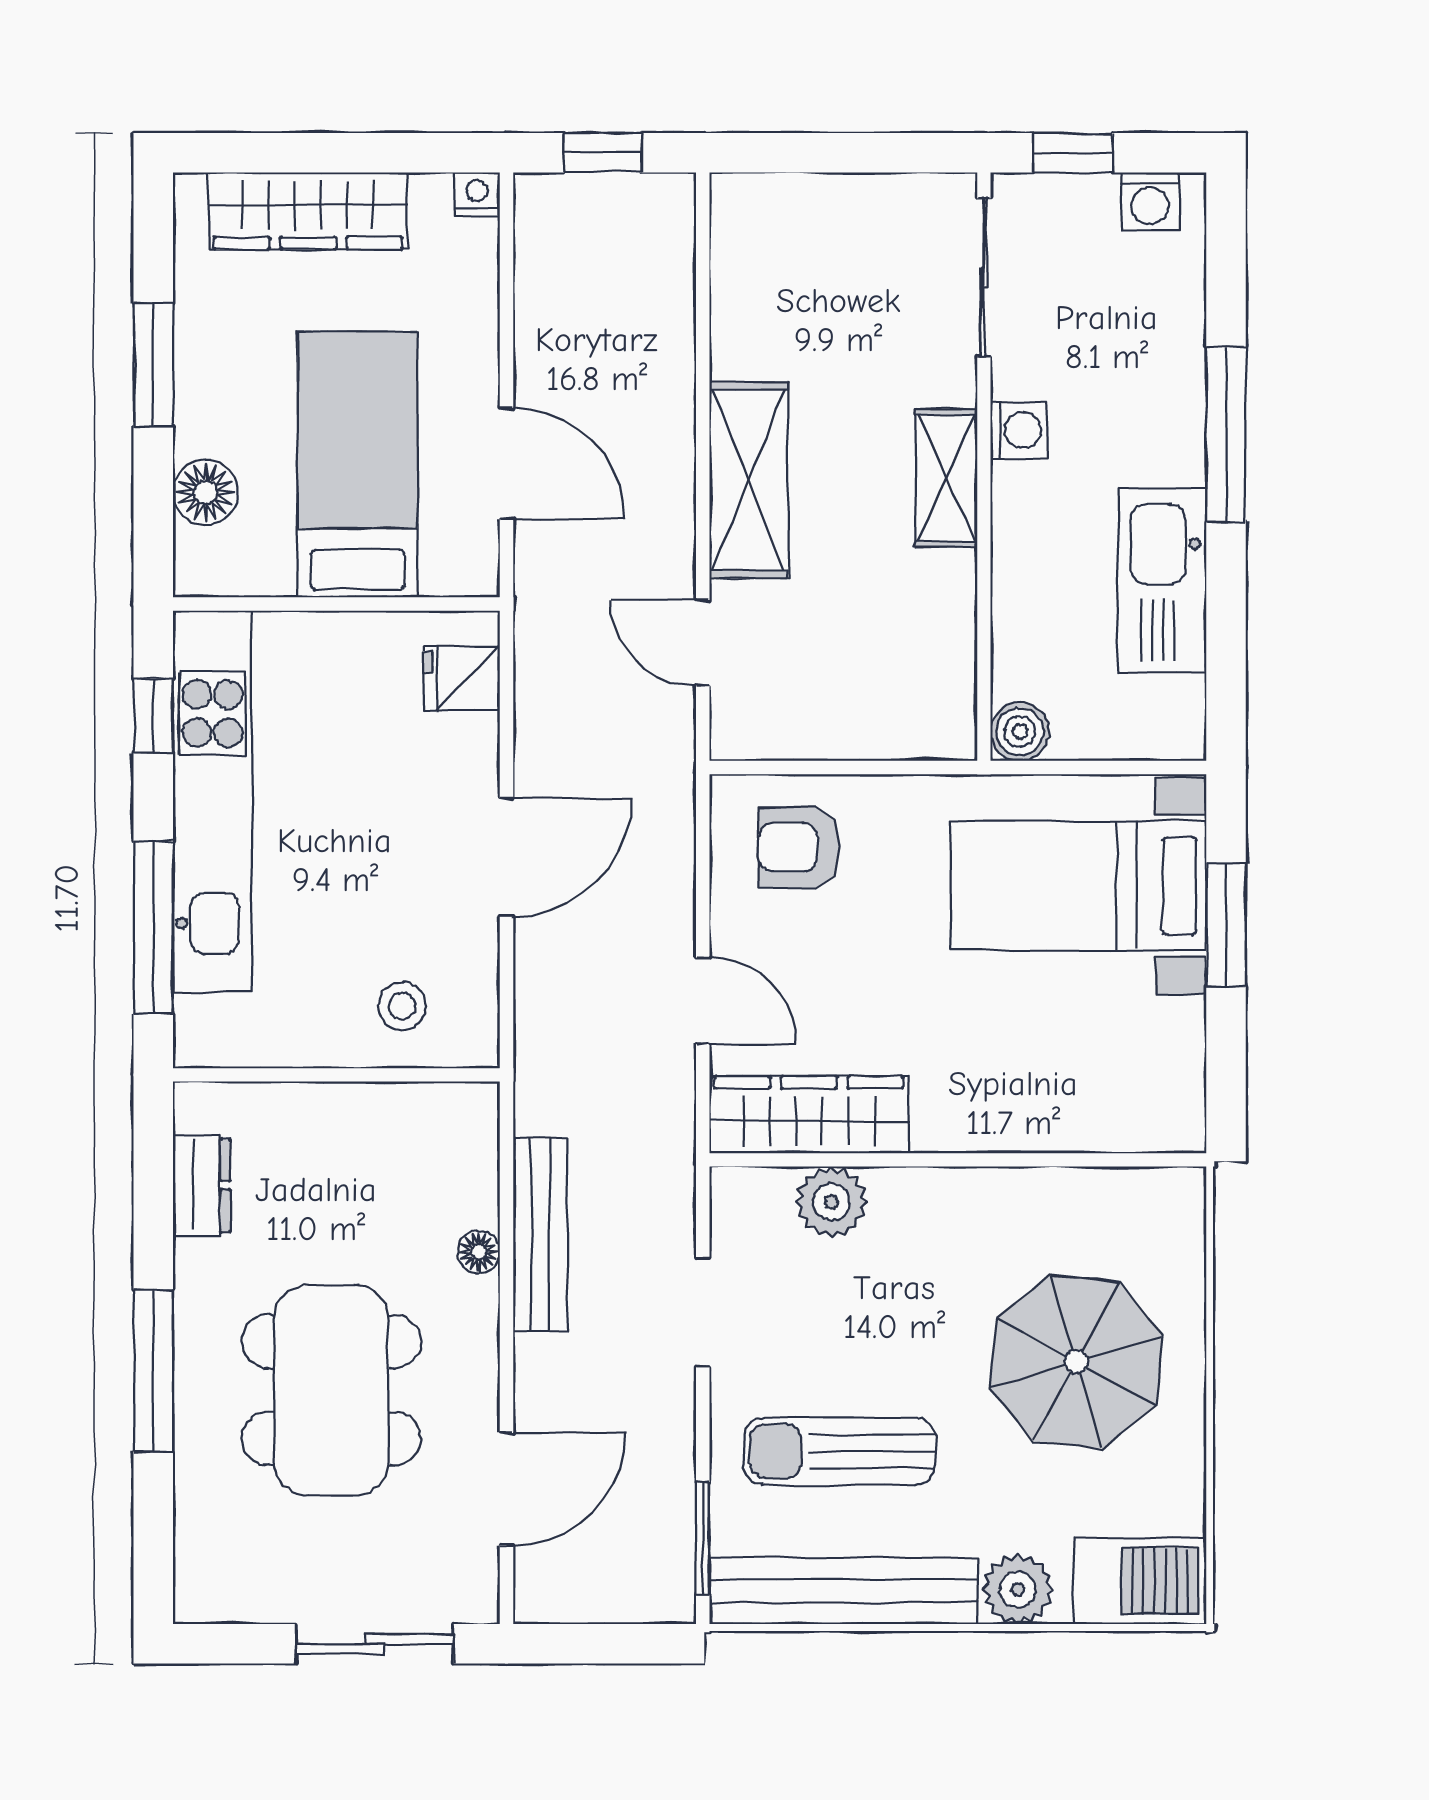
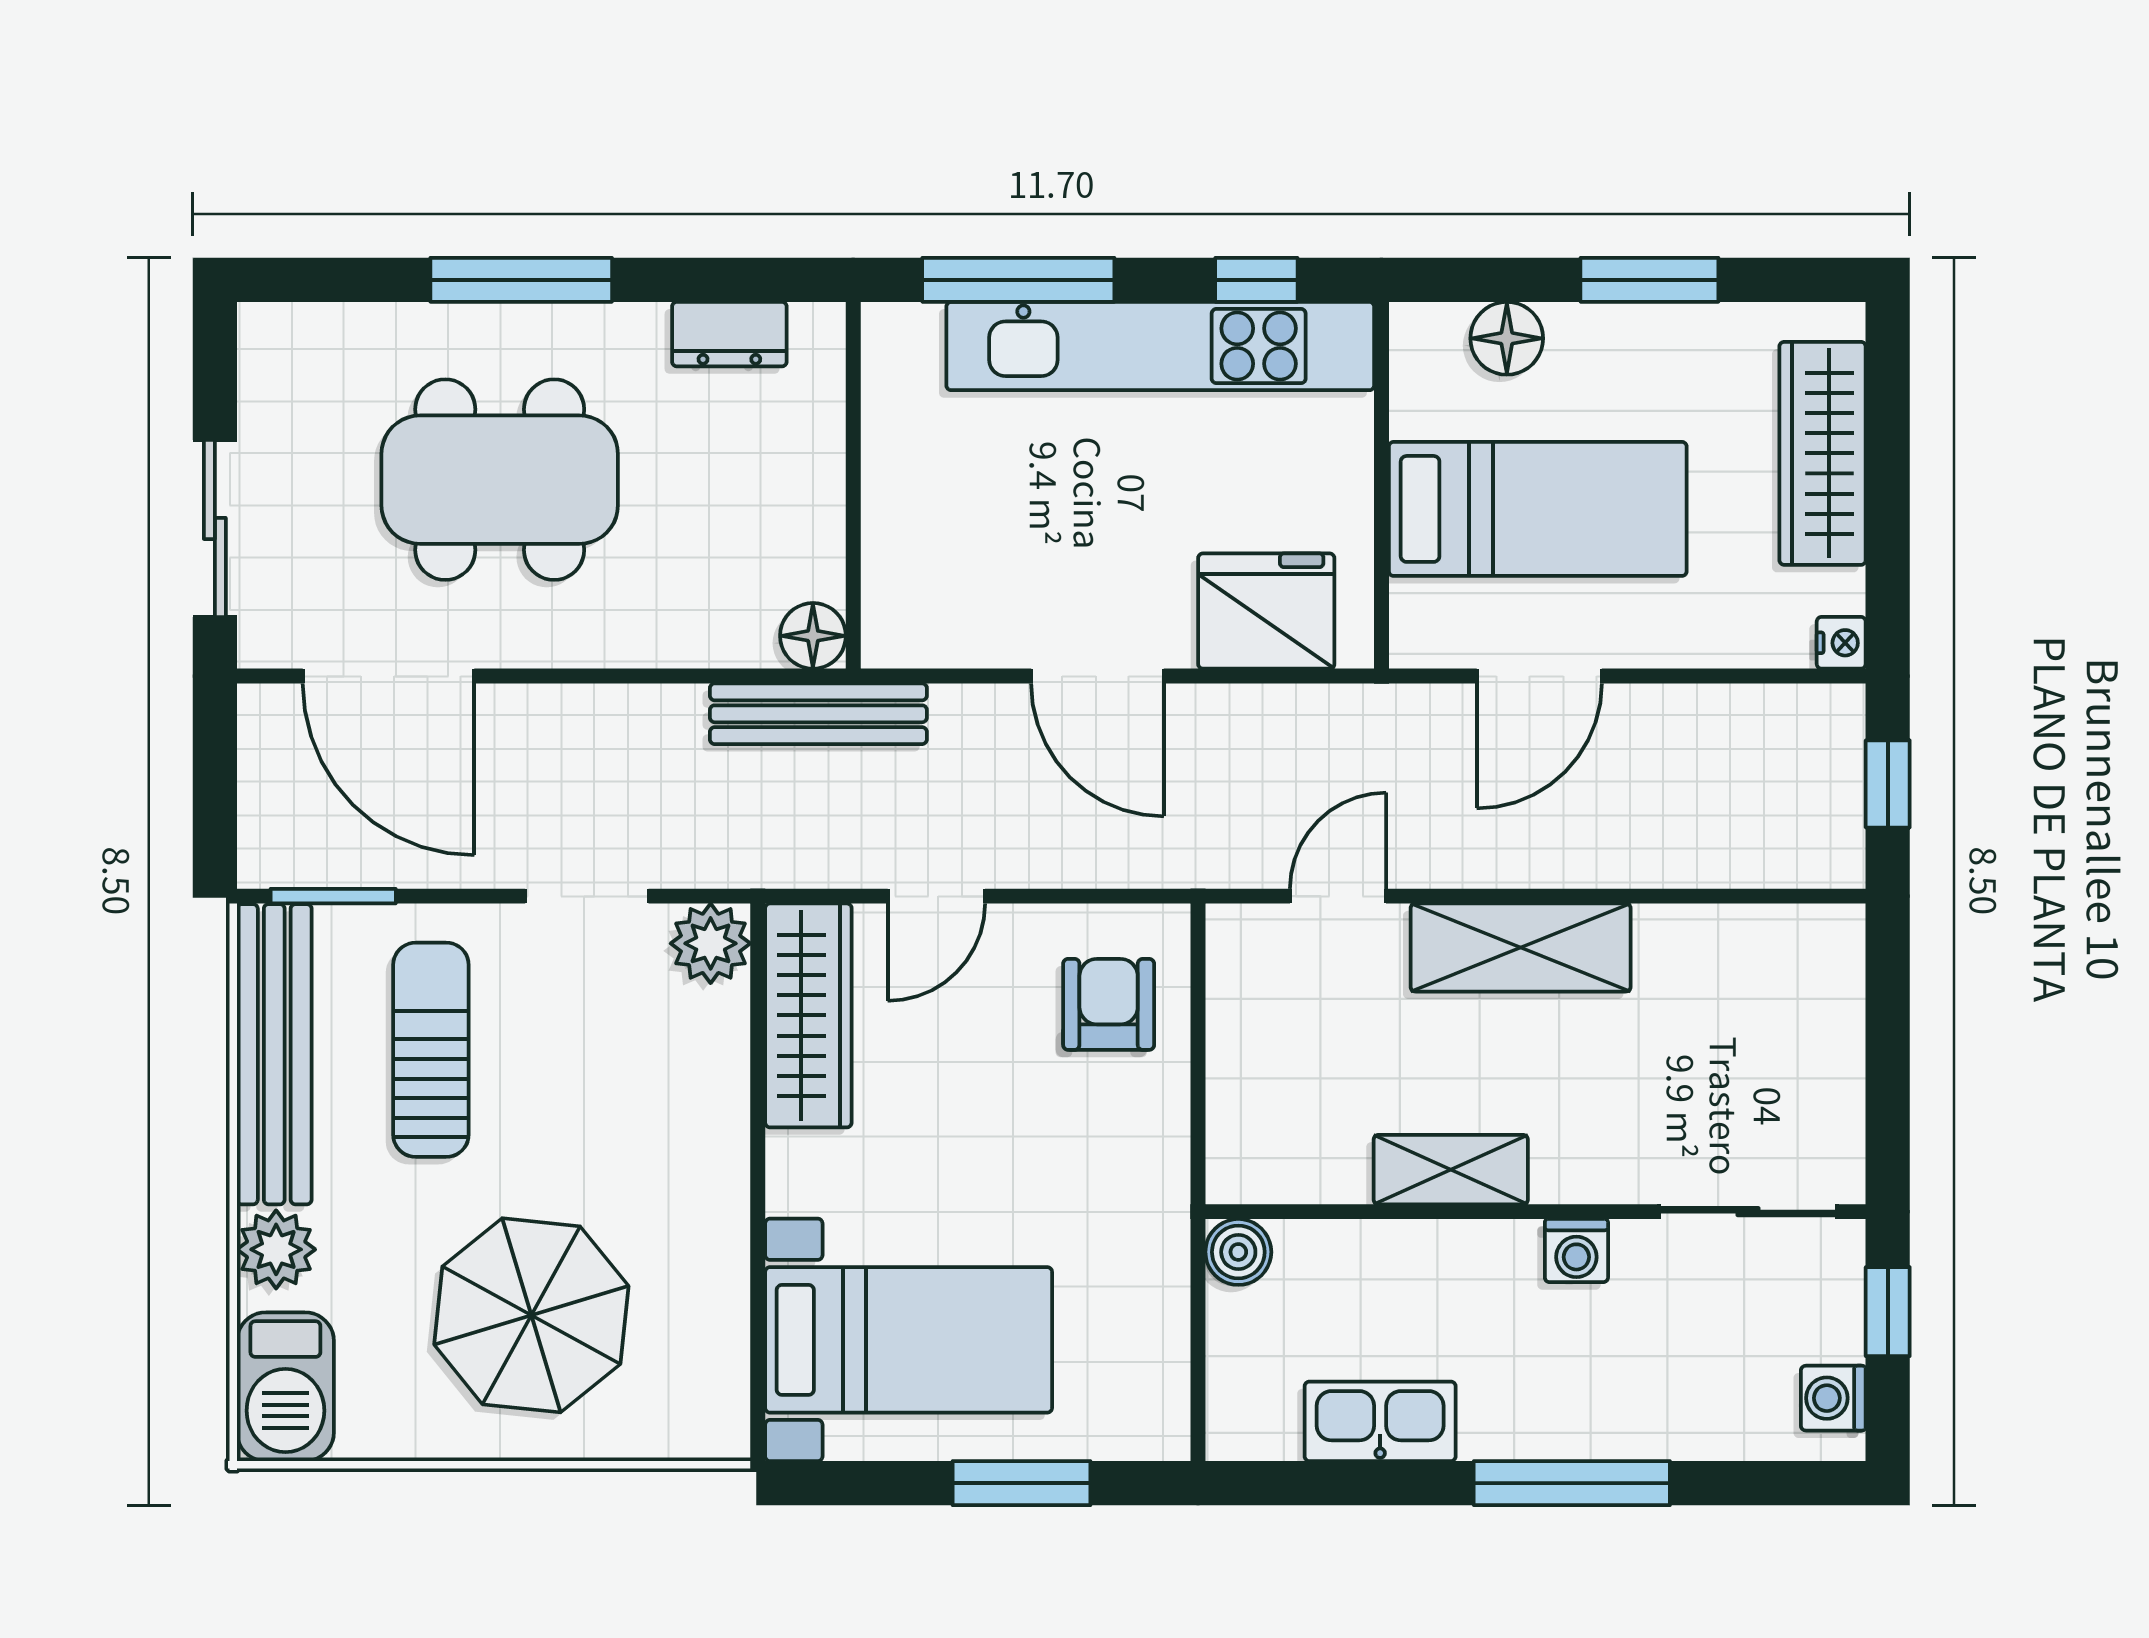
shelving: (946, 478) -> (1451, 1170), moved
kitchen sink: (1162, 581) -> (1380, 1421), width x0.73, depth x0.81
fridge: (462, 678) -> (1266, 611), width x1.88, depth x1.34
bed with nightstands: (1078, 886) -> (909, 1340), moved, turned 90
stool: (402, 1006) -> (930, 559), removed
plant: (831, 1202) -> (711, 943), moved
bench: (540, 1234) -> (818, 714), moved
floor lamp: (479, 1252) -> (813, 636), moved, width x1.37, depth x1.37
door: (507, 1489) -> (389, 676), width x1.36

